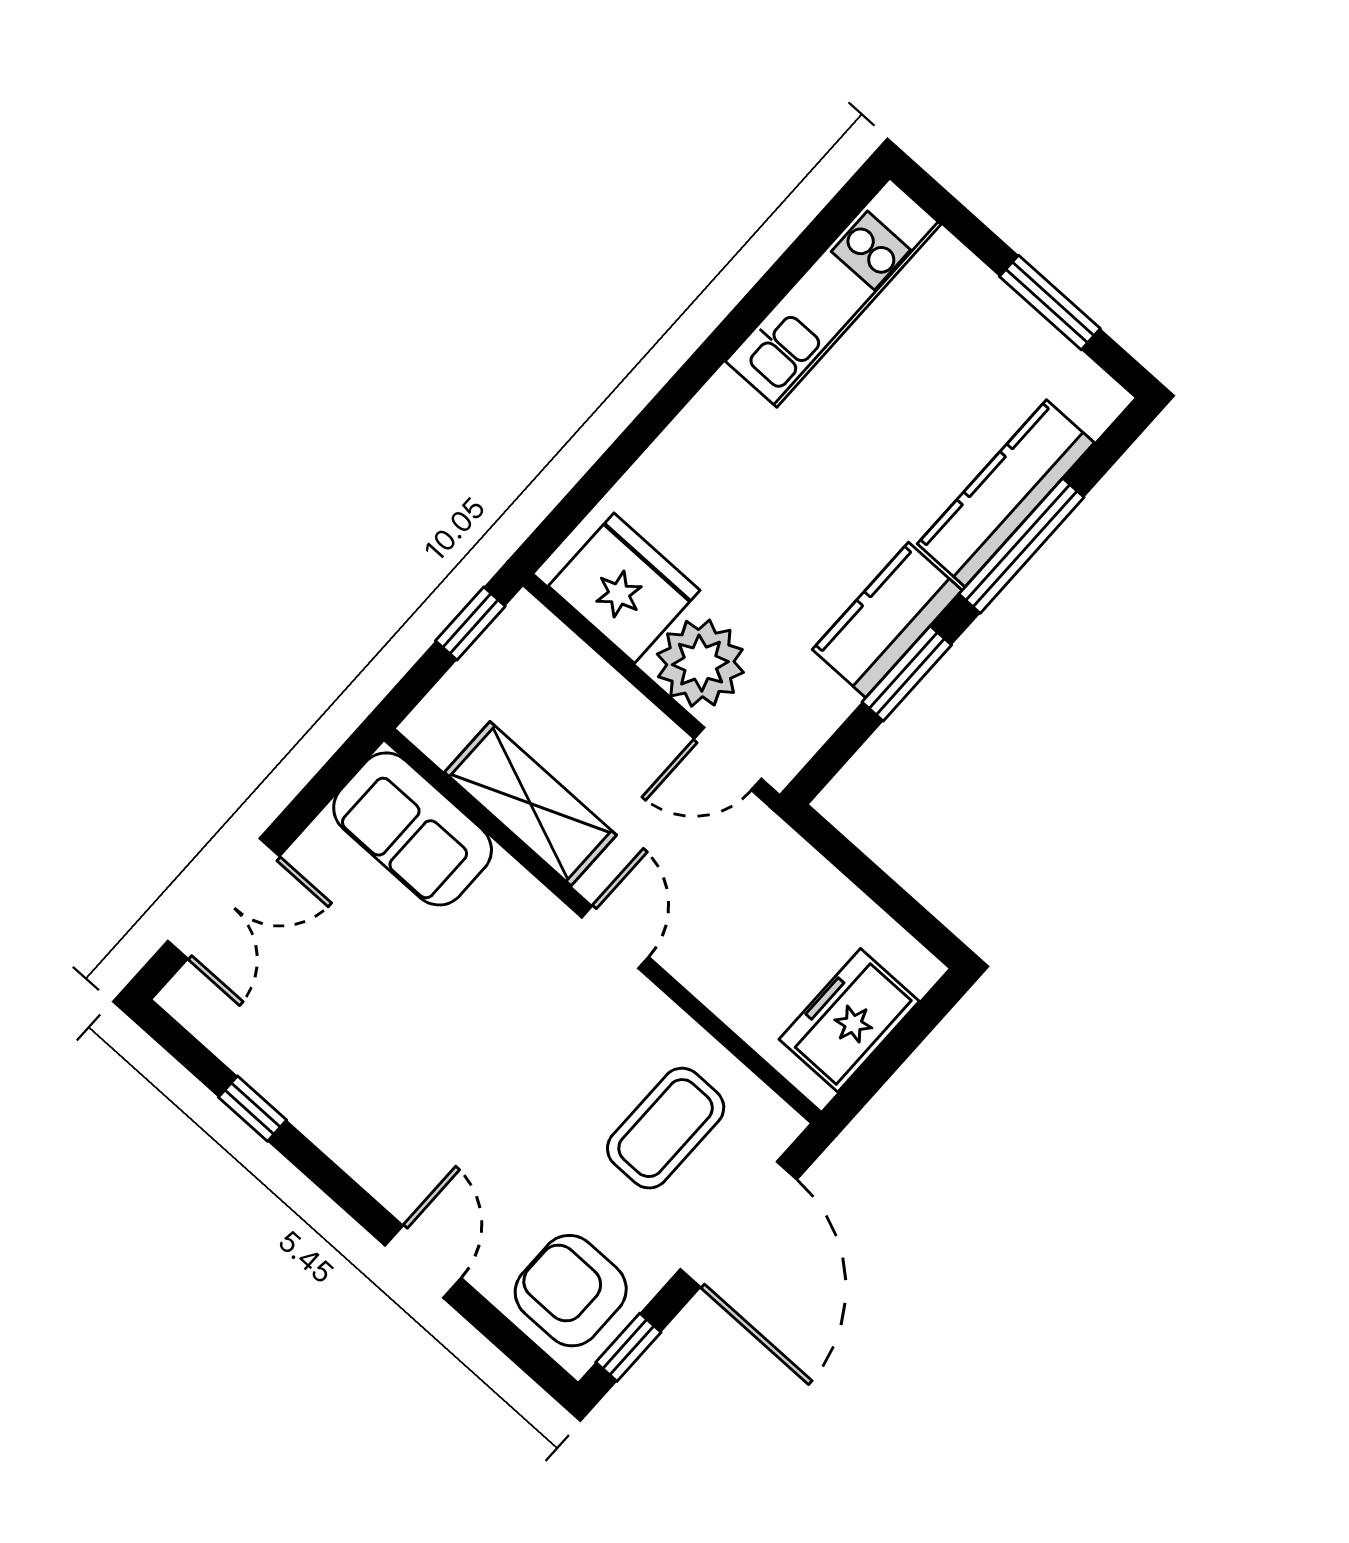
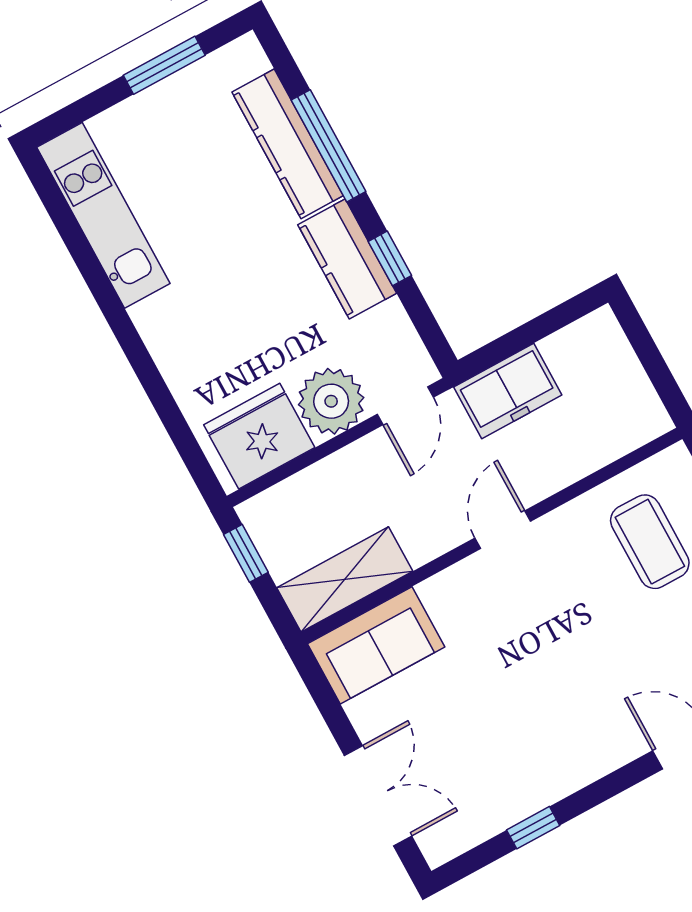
window: (907, 674) -> (390, 258), width x0.67
shelving: (530, 804) -> (345, 579), moved
door: (615, 937) -> (503, 530), hinge flipped
freezer: (849, 1020) -> (508, 391), moved, turned -90

